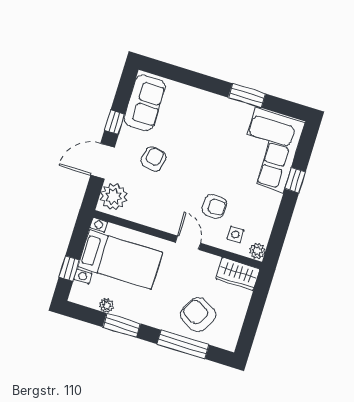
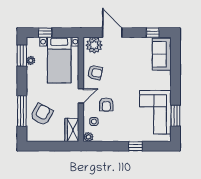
window: (247, 96) -> (175, 116), moved
sofa: (145, 103) -> (162, 54), moved, turned 90
window: (115, 122) -> (153, 33), moved
corner sofa: (269, 150) -> (155, 112), moved, turned -90
armchair: (153, 159) -> (95, 73), moved
window: (122, 325) -> (22, 56), moved

